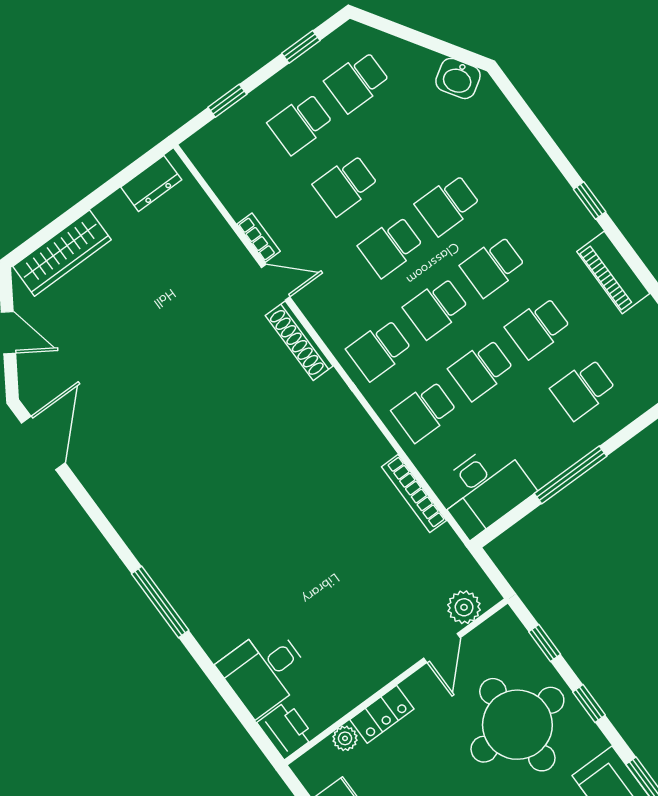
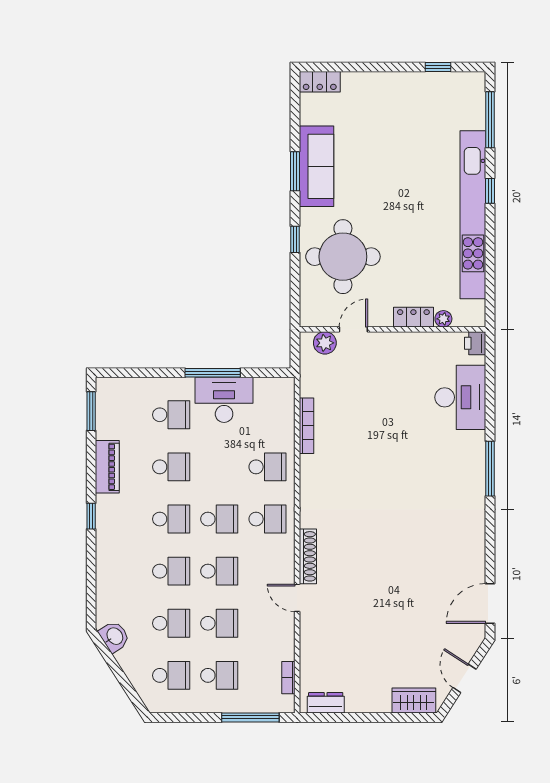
window: (301, 47) -> (188, 717), removed
window: (227, 101) -> (250, 717), width x2.17
bookcase: (259, 238) -> (288, 678), moved
wardrobe: (62, 253) -> (414, 700), width x0.67
school desk: (481, 370) -> (171, 623), moved
desk: (484, 489) -> (224, 400), moved
window: (545, 643) -> (295, 291), removed
desk: (265, 671) -> (460, 397), width x1.37
printer: (286, 730) -> (475, 343), width x0.73, depth x0.81

